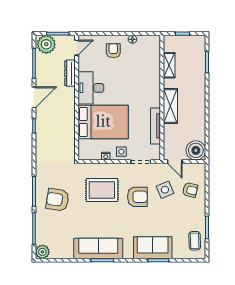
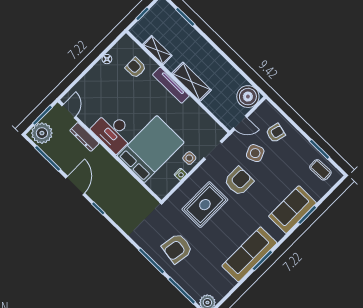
armchair: (113, 51) -> (136, 68), moved
tv unit: (156, 126) -> (171, 85), moved

